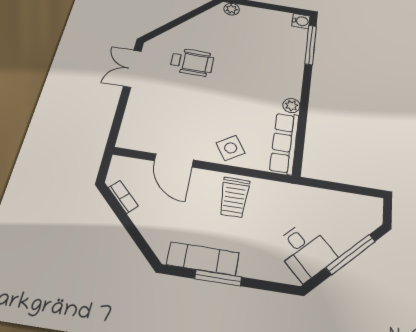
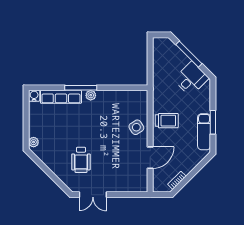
window: (311, 45) -> (81, 88), moved
wheelchair: (192, 62) -> (81, 160), turned 180
plant: (291, 106) -> (91, 95), moved
row of seats: (284, 143) -> (61, 97), moved

